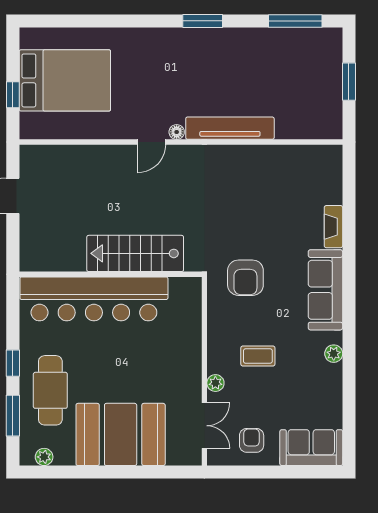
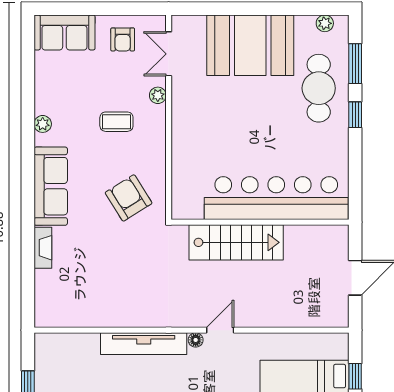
stairs: (135, 253) -> (236, 242), moved
wall: (111, 274) -> (260, 222), moved
armchair: (245, 278) -> (129, 198), turned -32
bar counter: (94, 299) -> (276, 198), moved

